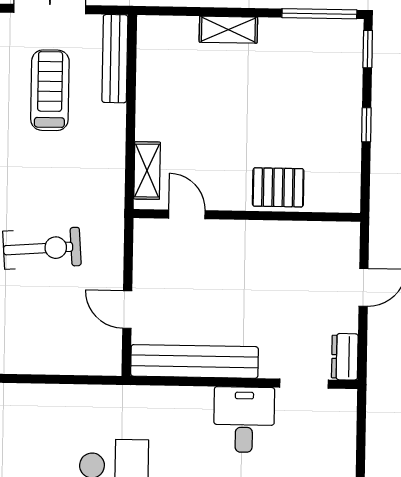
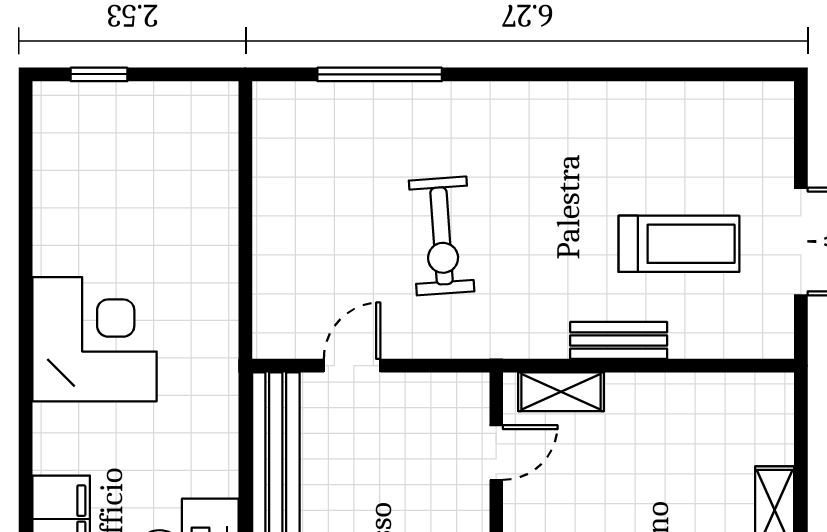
bench: (115, 59) -> (619, 340), moved, width x0.73

